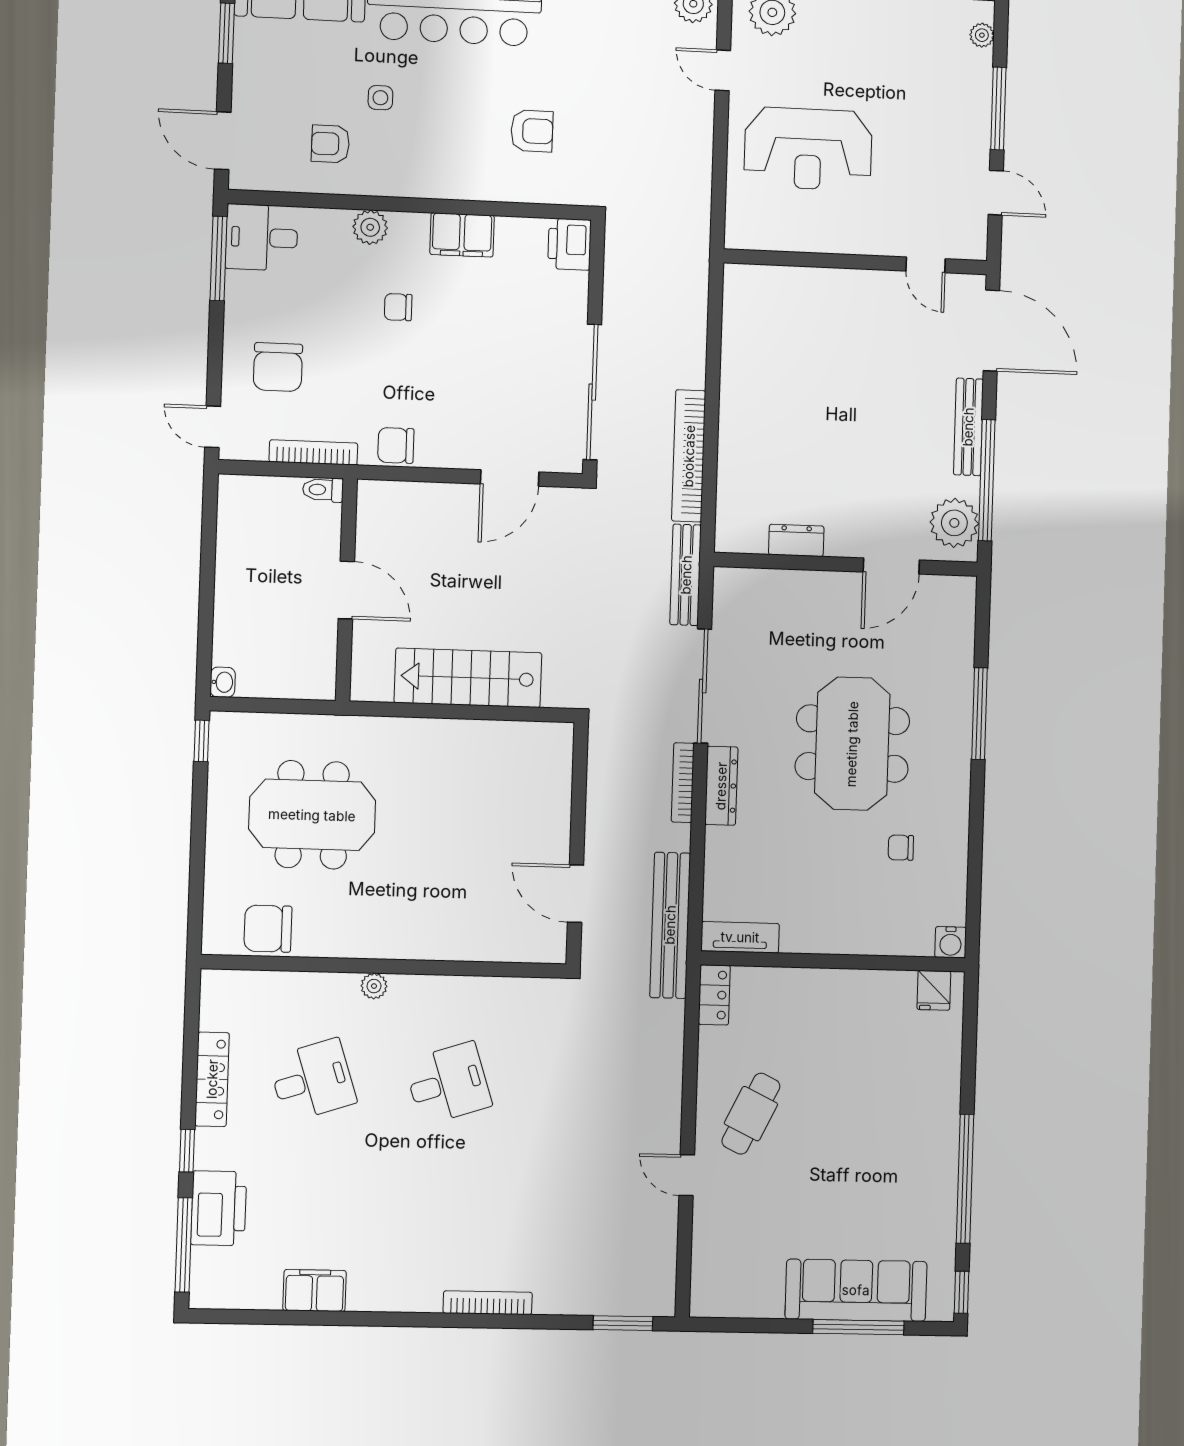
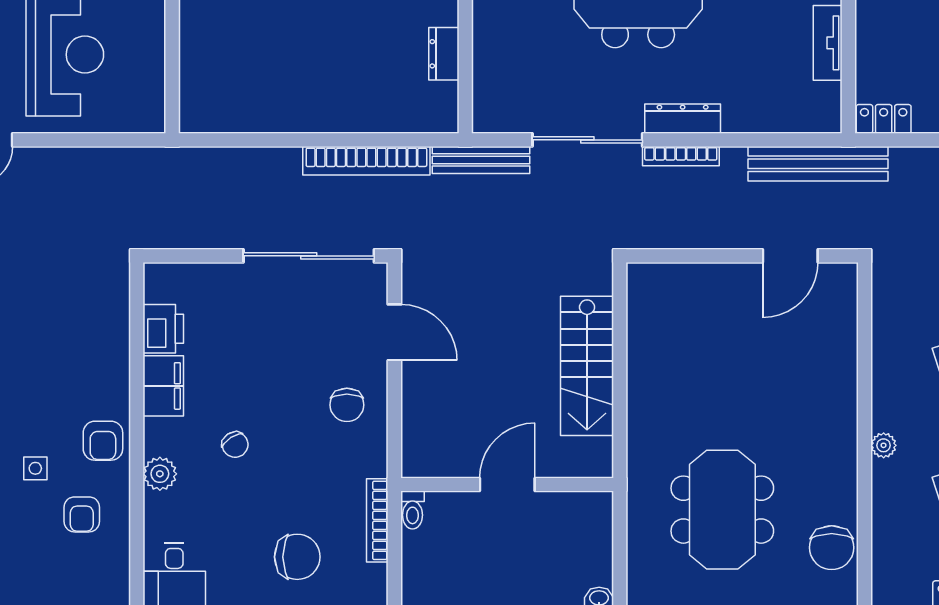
armchair: (532, 131) -> (103, 441), moved, turned 180
printer: (570, 244) -> (163, 329), moved, turned -90
chair: (398, 307) -> (235, 445), turned -33
chair: (396, 445) -> (347, 405), moved
tv unit: (740, 937) -> (828, 43), moved

